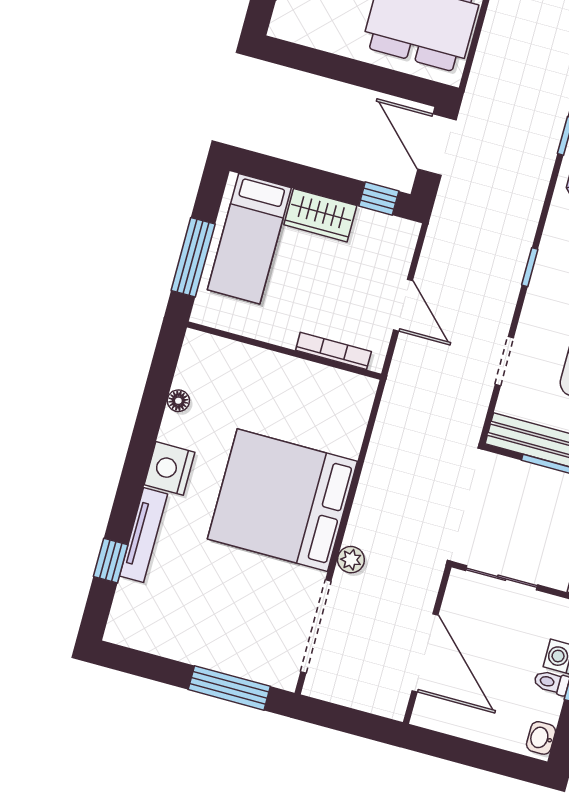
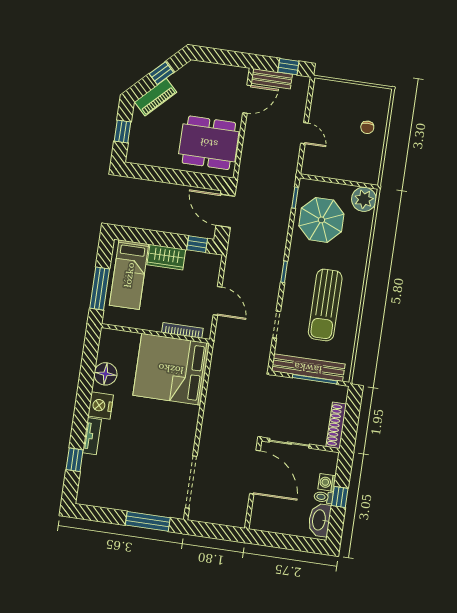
floor lamp: (178, 401) -> (106, 374), width x1.89, depth x1.89
bed: (282, 500) -> (171, 369), moved
tv unit: (143, 535) -> (92, 436), width x0.71
plant: (351, 560) -> (206, 443), removed
door: (425, 653) -> (255, 472), moved
washbasin: (541, 738) -> (320, 520), width x1.91, depth x1.45

